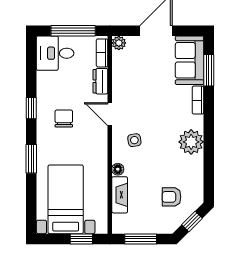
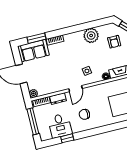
desk: (55, 53) -> (60, 126), moved
window: (31, 108) -> (67, 138), moved
plant: (191, 142) -> (91, 35), moved
window: (31, 159) -> (112, 127), removed

